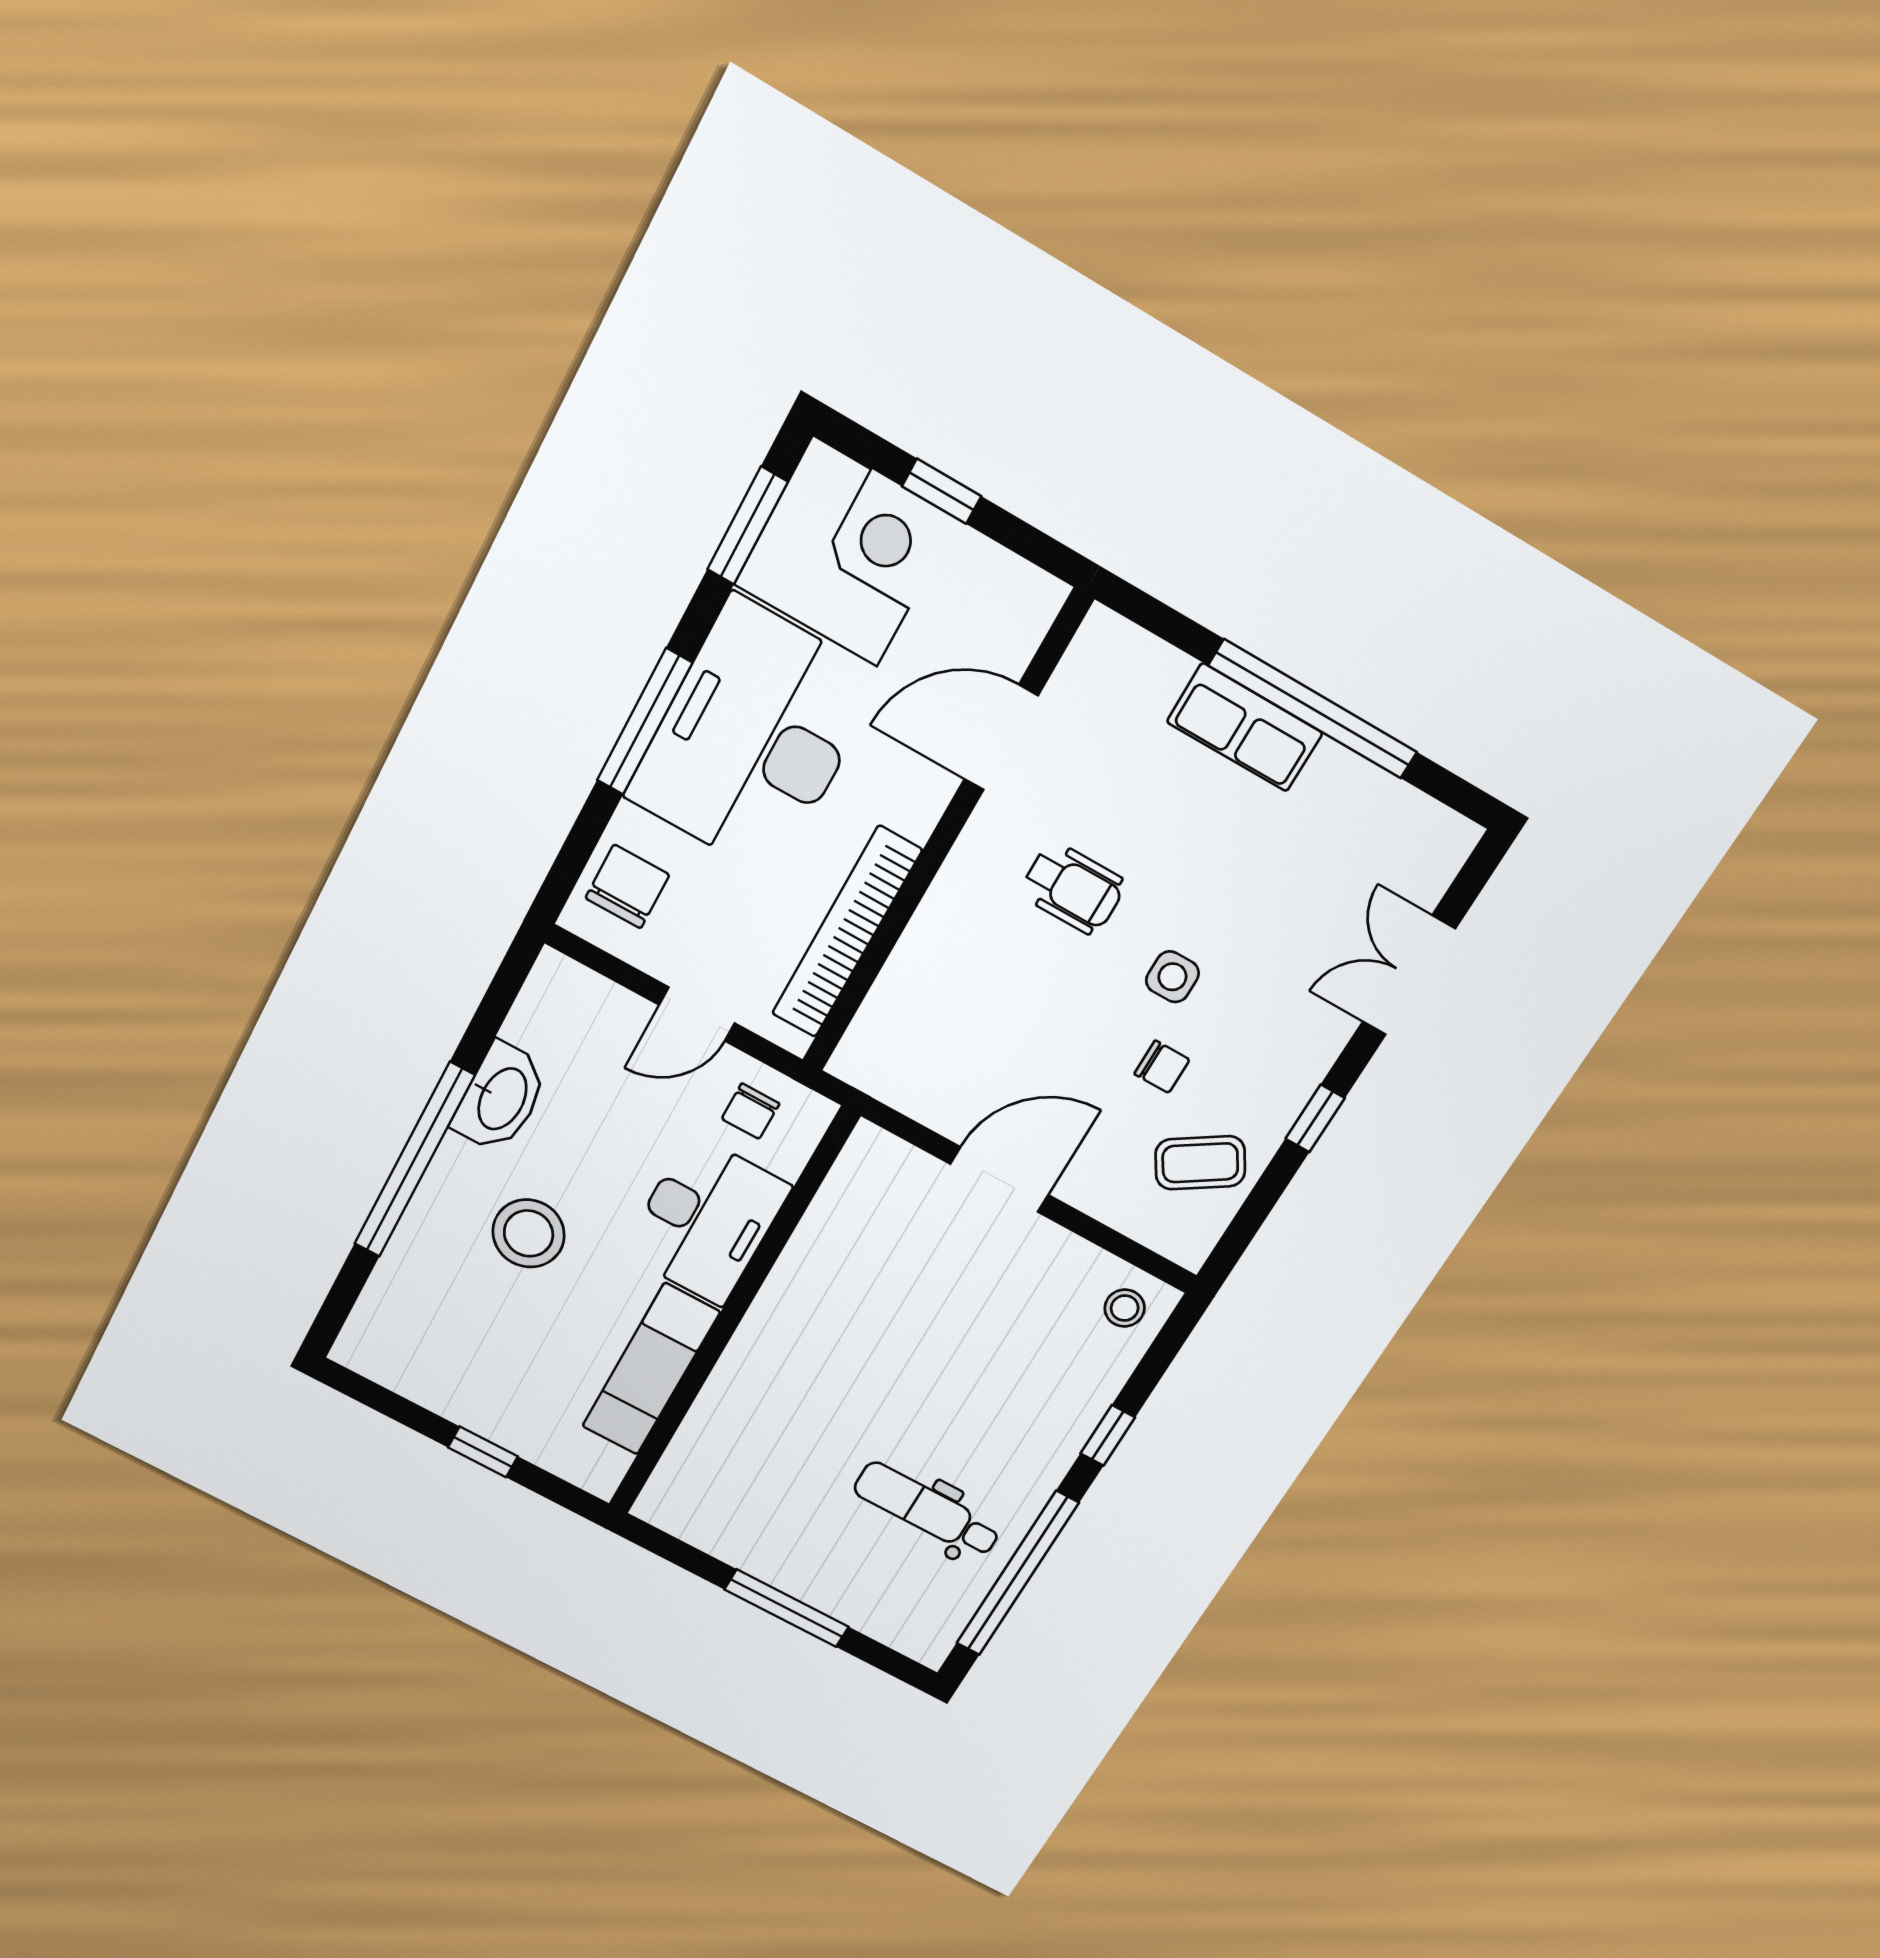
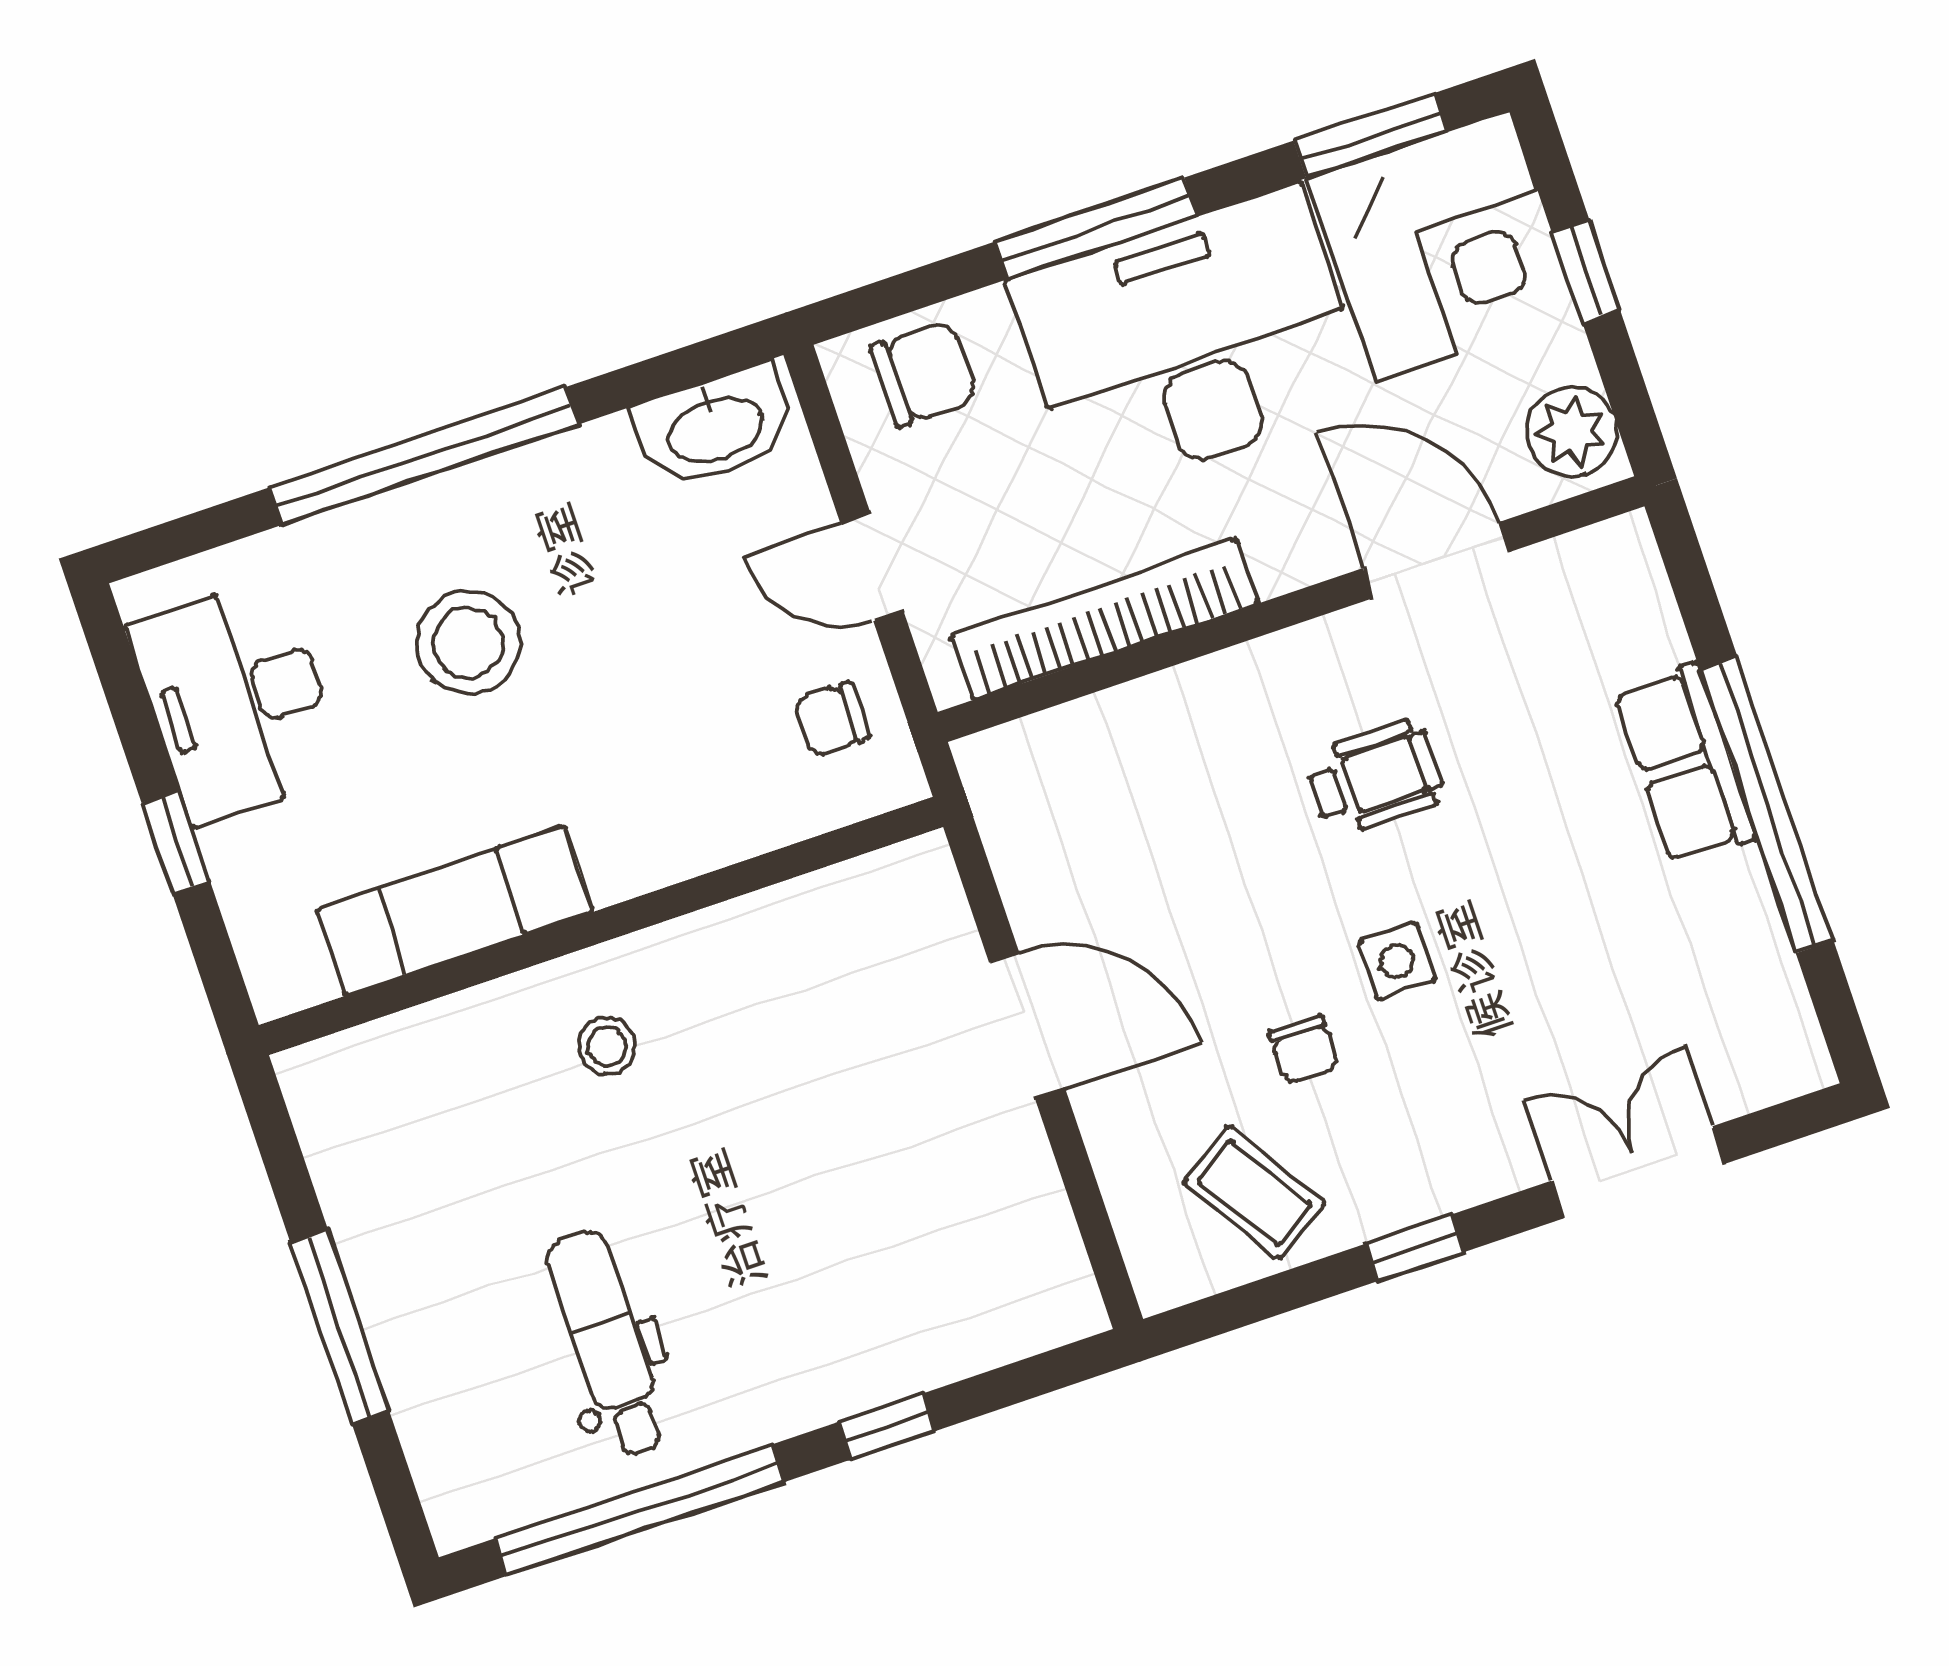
plant: (1015, 594) -> (1572, 432), added
wheelchair: (1073, 888) -> (1375, 778), turned -90
washbasin: (501, 1098) -> (715, 427), moved
desk: (706, 1220) -> (237, 700), moved, turned 90
stool: (1125, 1308) -> (607, 1046), moved

